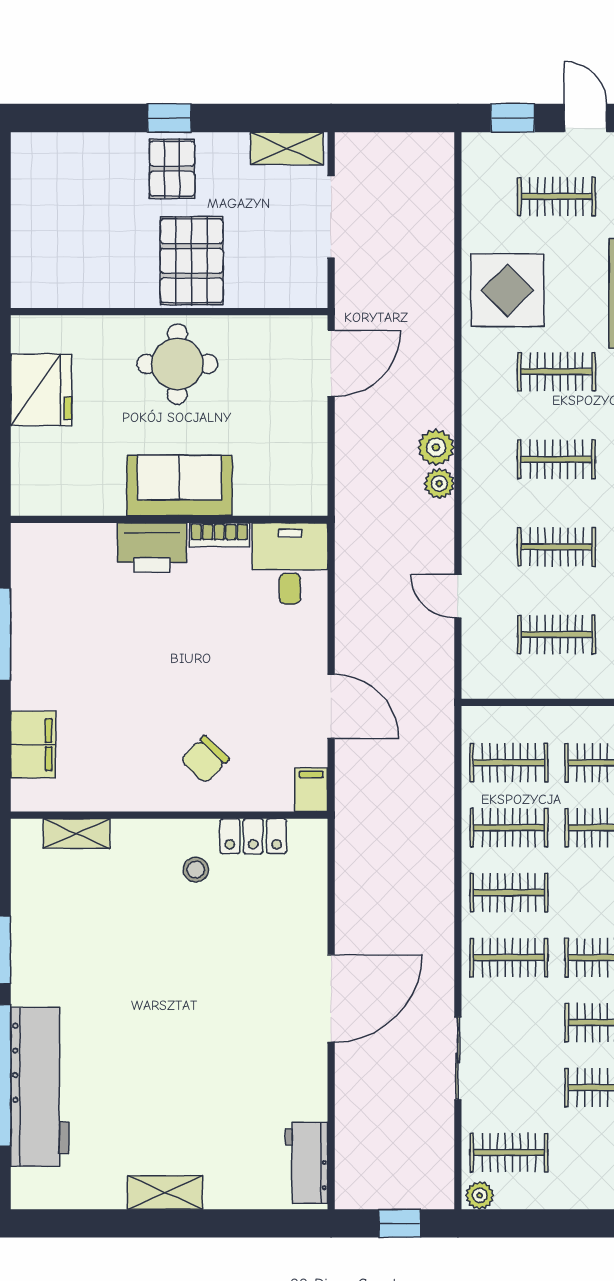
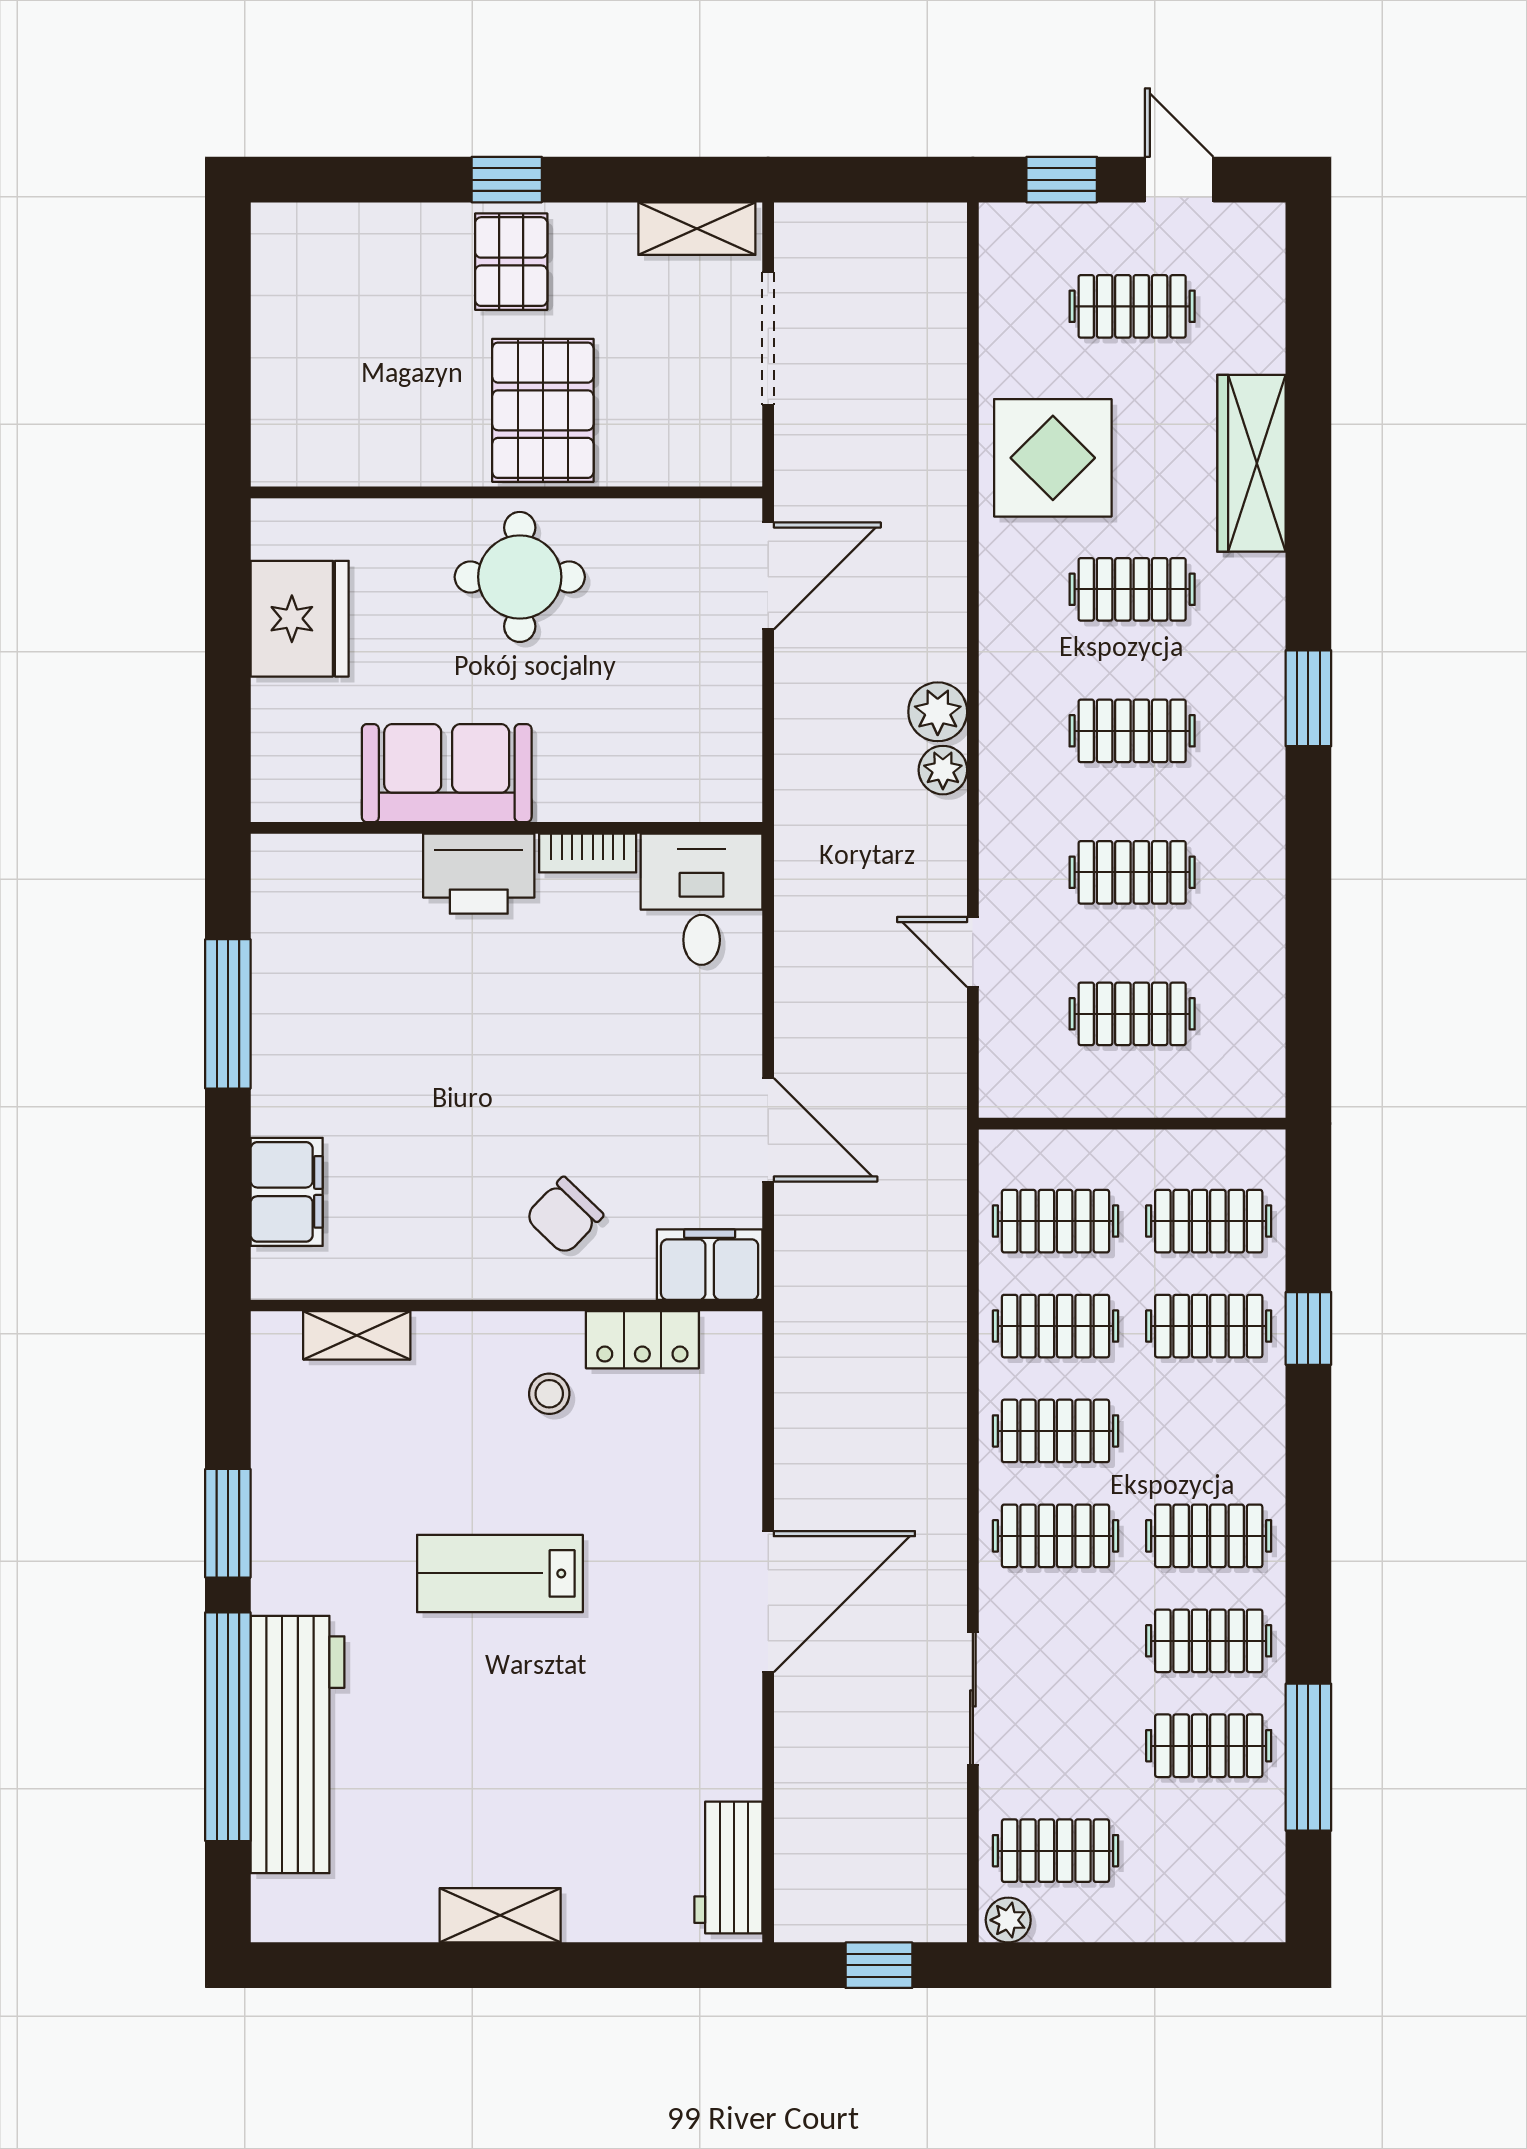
sofa: (179, 485) -> (447, 773), moved
filing cabinet: (311, 790) -> (710, 1265), width x2.00
lab bench: (165, 981) -> (500, 1573), added

